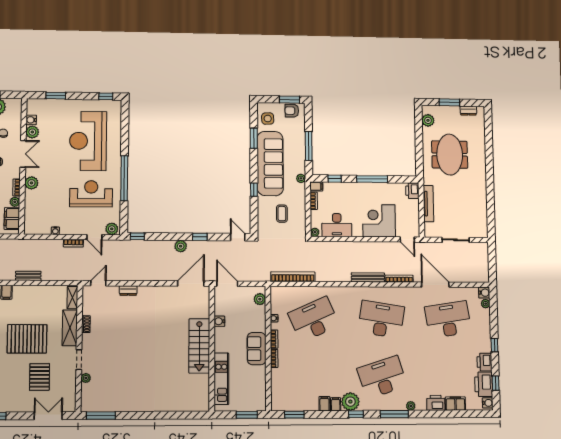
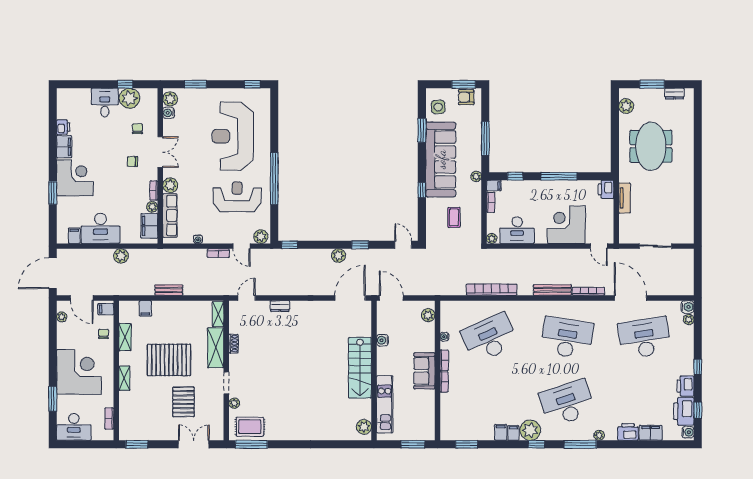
plant: (32, 132) -> (170, 99), moved
tv unit: (428, 204) -> (625, 198), width x0.71
row of seats: (31, 210) -> (170, 216), added
bookcase: (293, 277) -> (492, 290), moved
rug: (100, 399) -> (250, 427), added
plant: (203, 399) -> (364, 427), added

